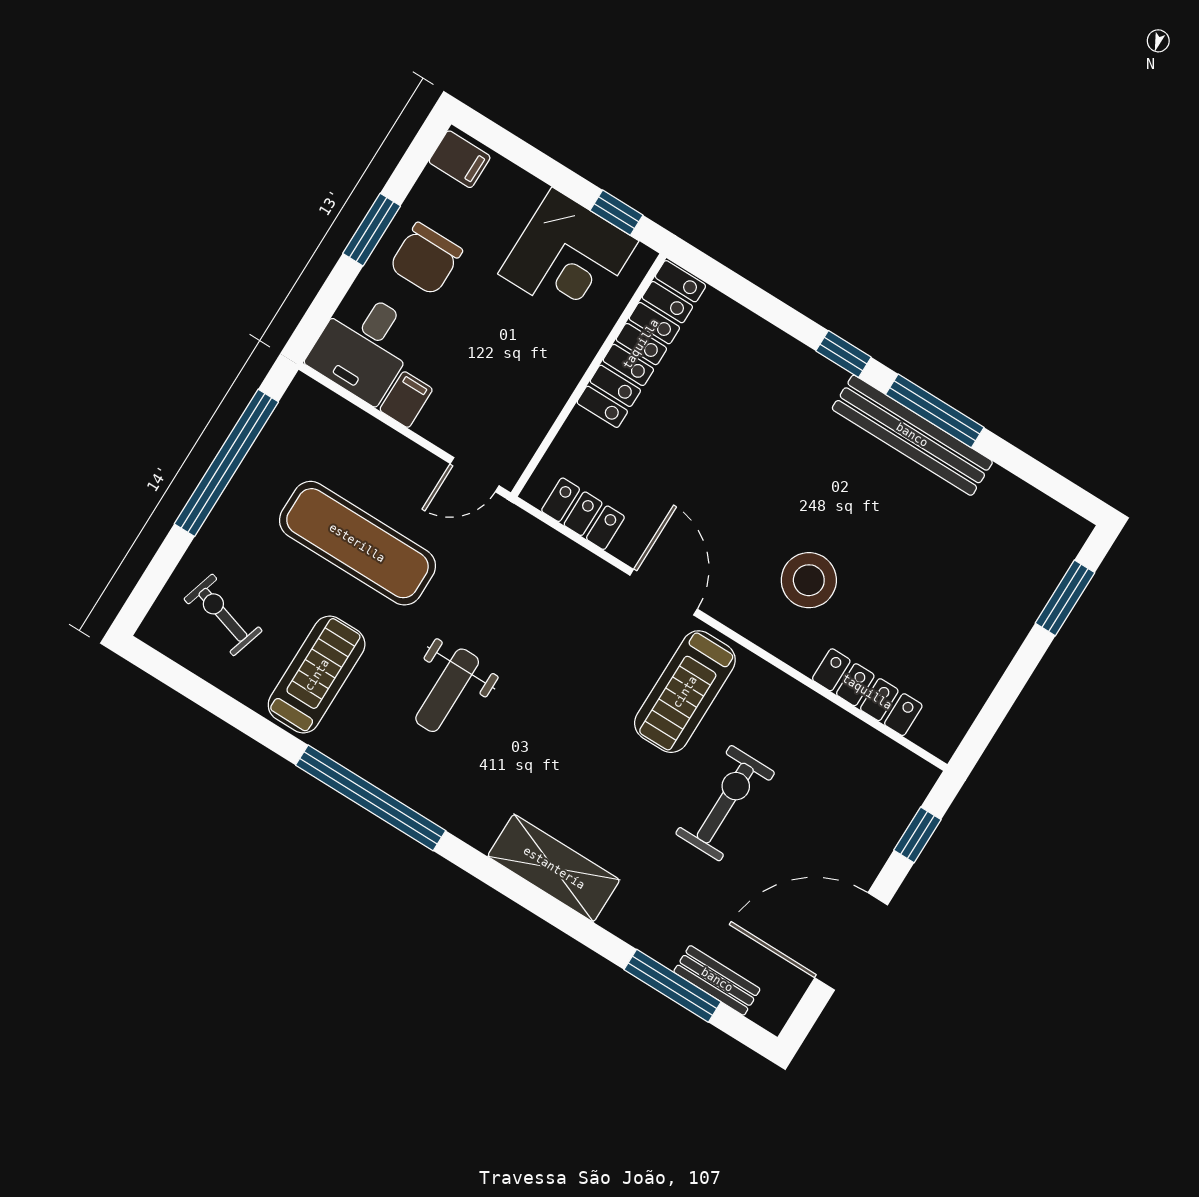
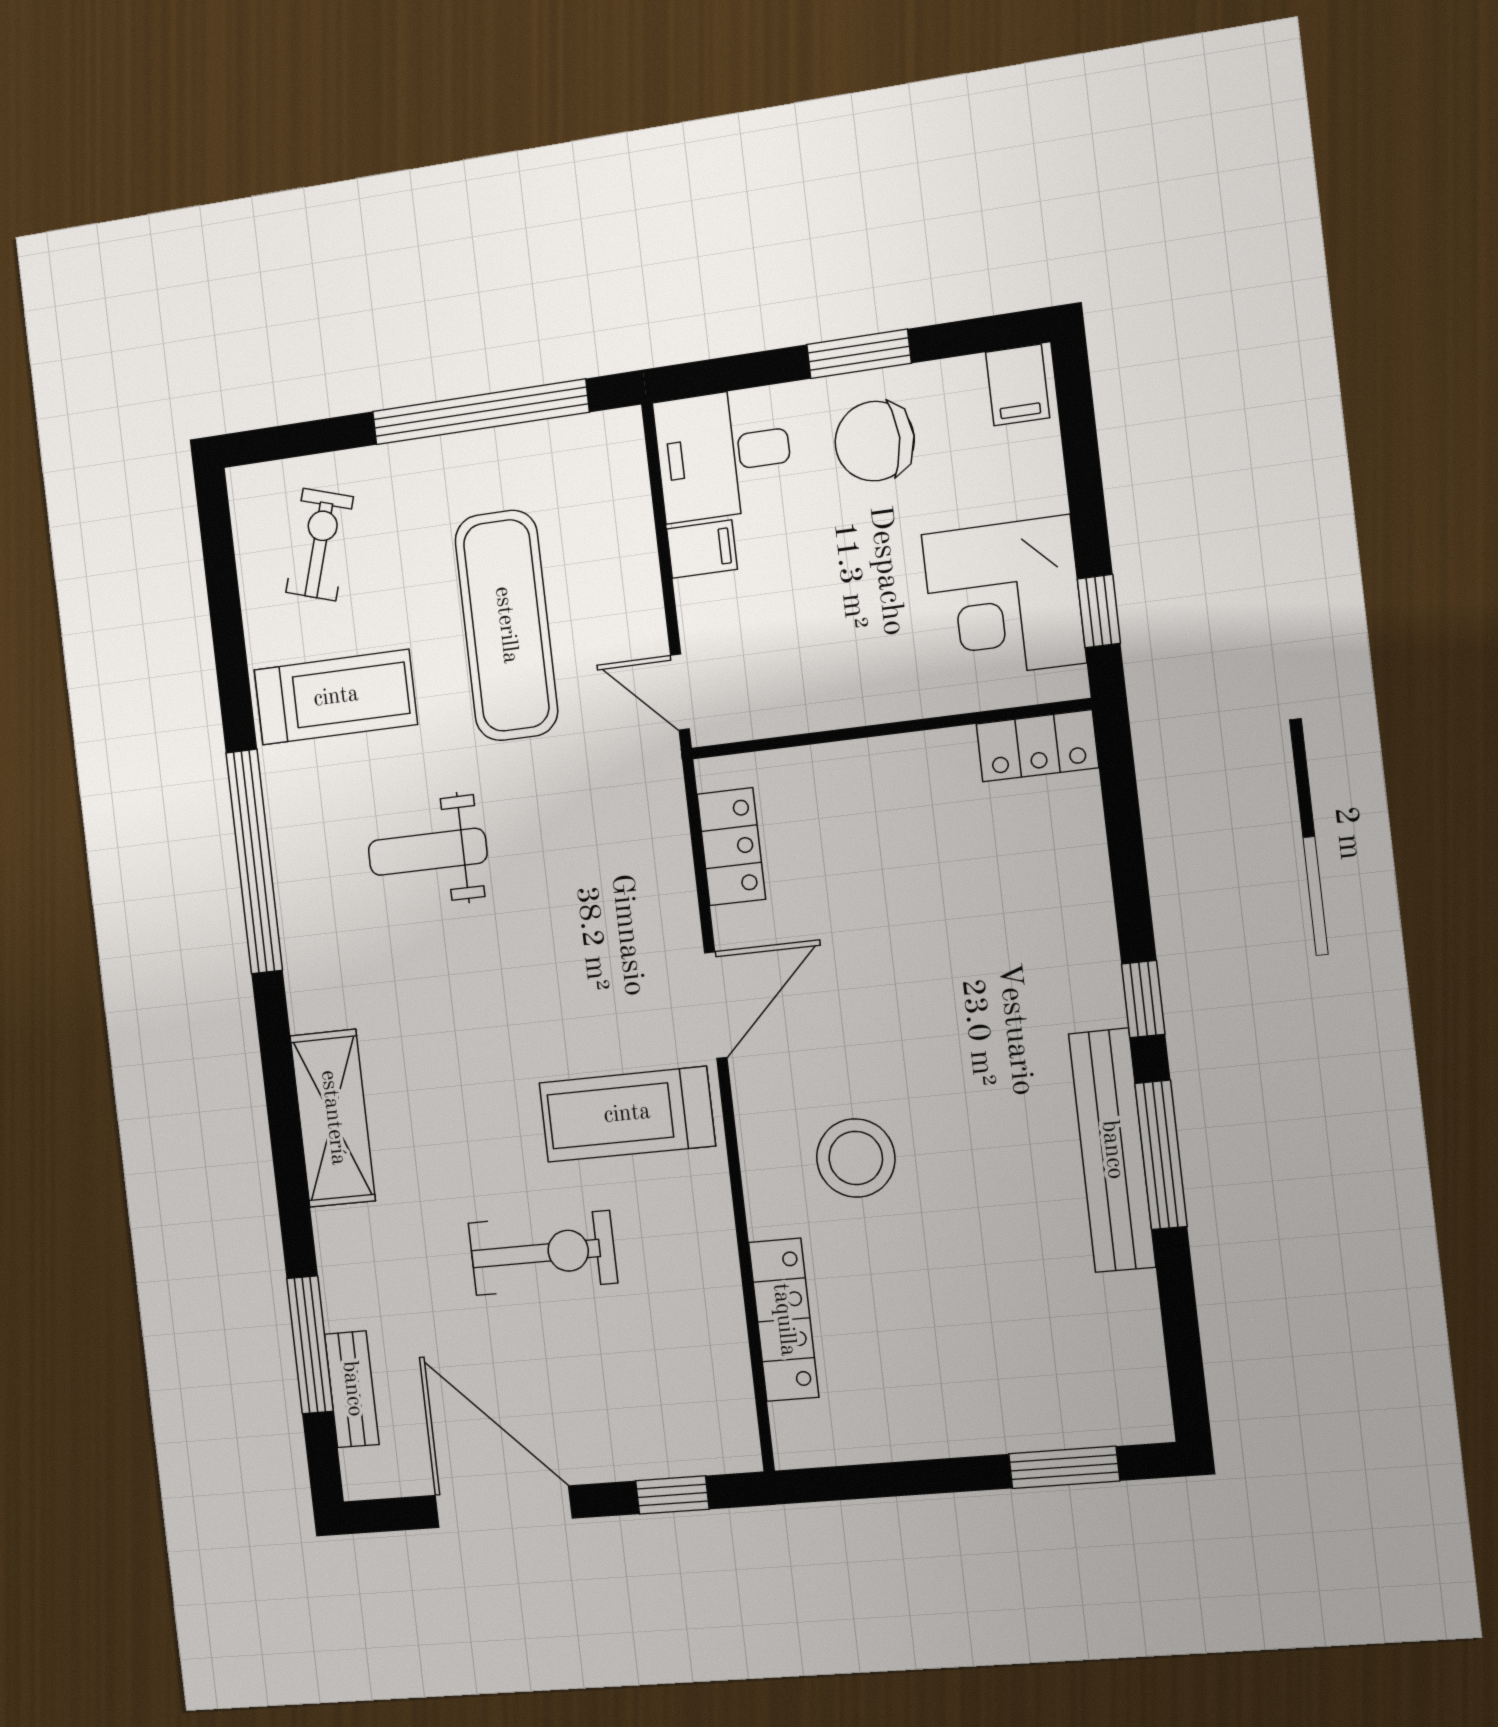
locker: (641, 344) -> (1037, 746), width x0.46, depth x0.83

